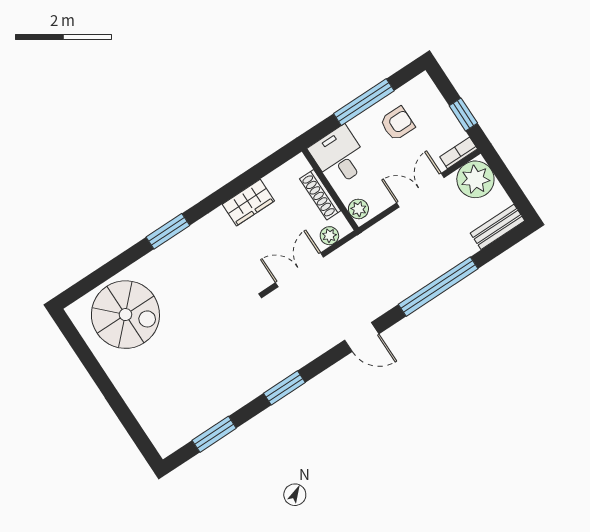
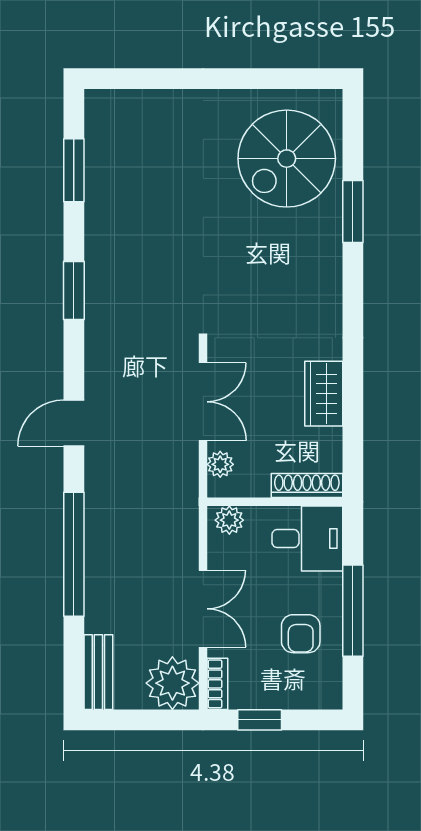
shoe rack: (320, 195) -> (307, 486), moved
window: (168, 231) -> (353, 212), moved

